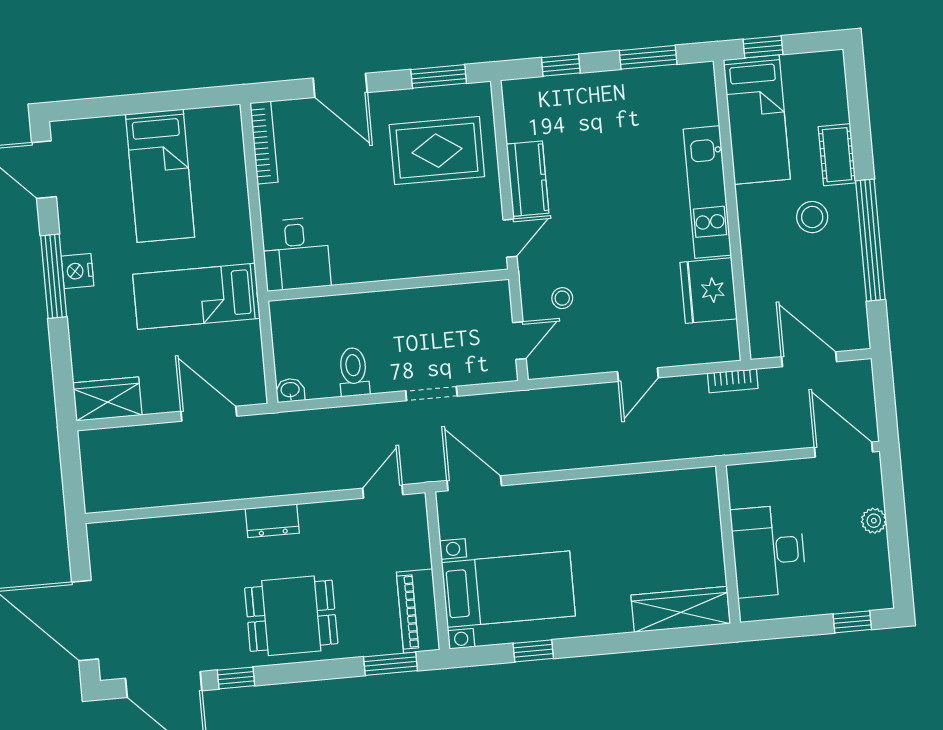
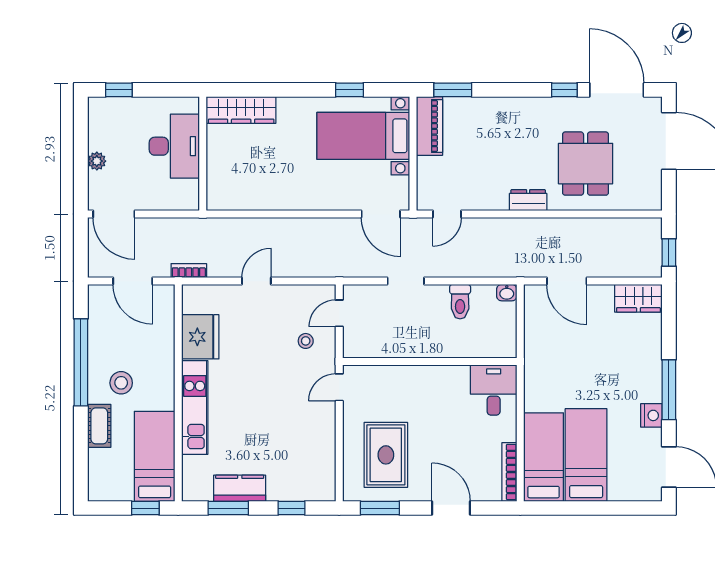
rug: (437, 151) -> (386, 455), turned 90
kitchen counter: (528, 179) -> (240, 488), moved, turned 90
nightstand: (78, 271) -> (651, 415), moved
bed: (196, 296) -> (544, 457), moved, turned -90
window: (71, 466) -> (669, 252), added
dining table: (291, 616) -> (586, 164), moved, turned 90

